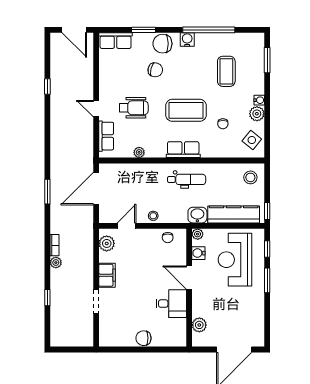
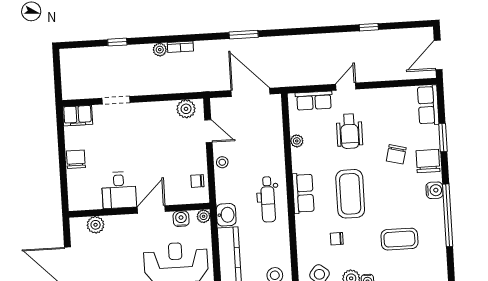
filing cabinet: (107, 275) -> (78, 116), moved

